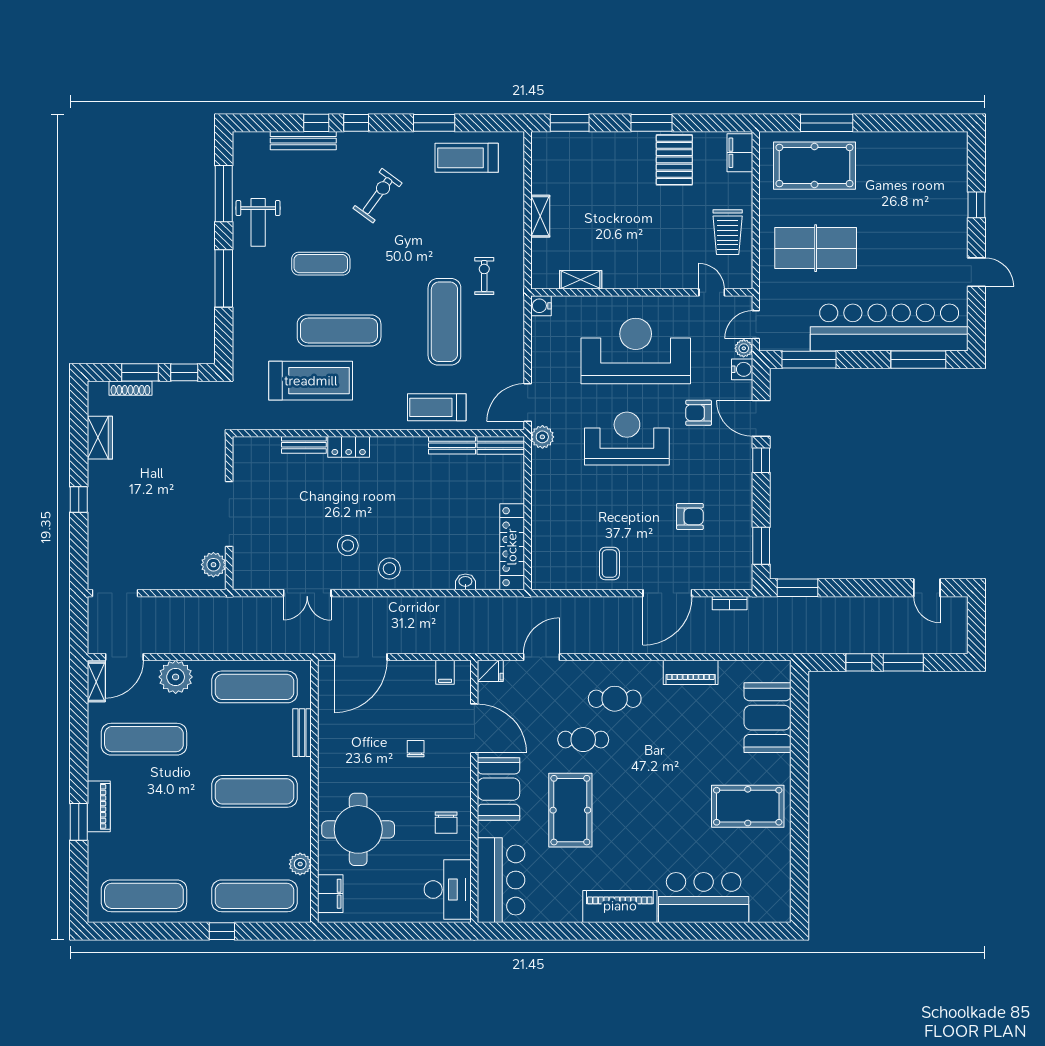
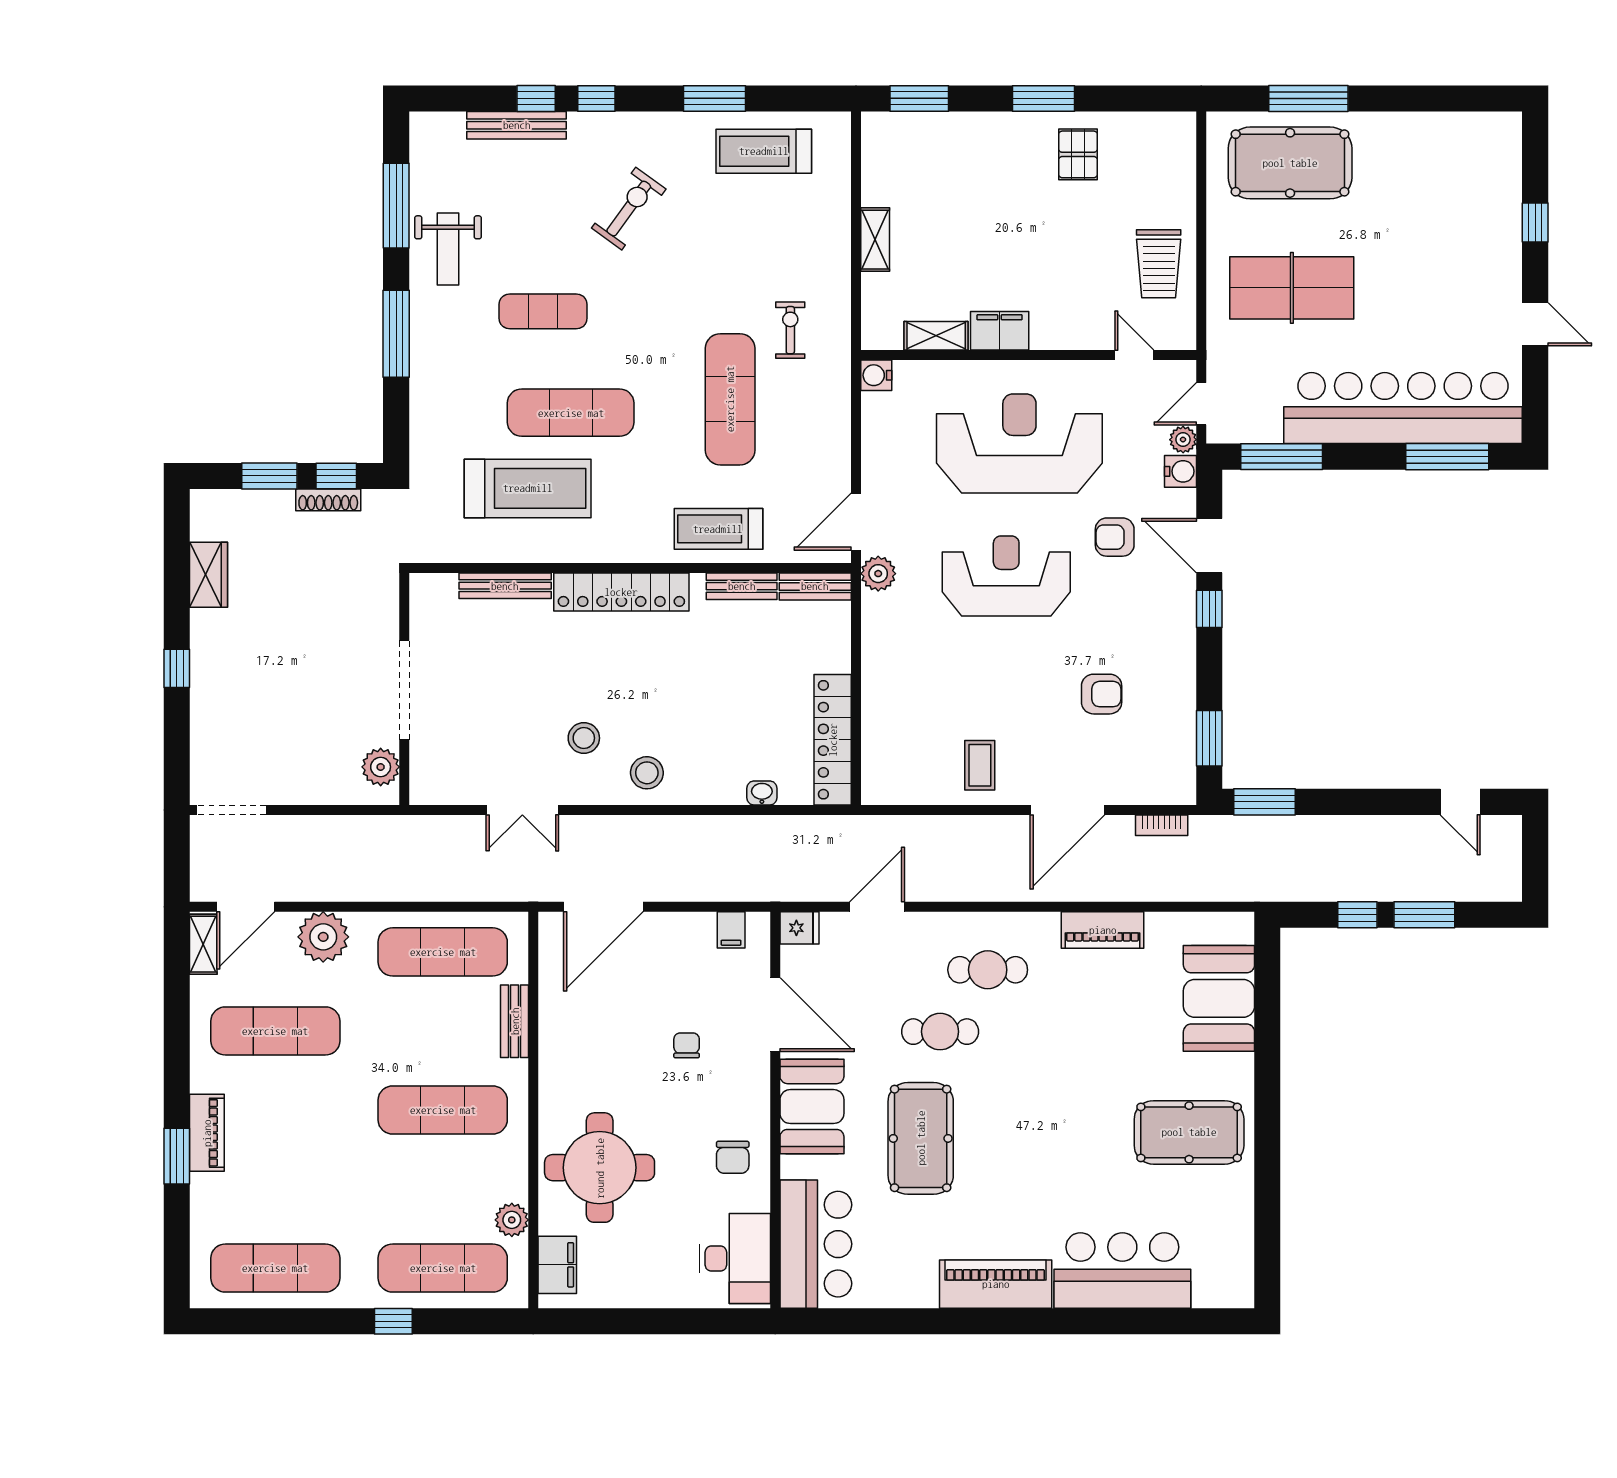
filing cabinet: (740, 153) -> (1000, 331), moved, turned 90
pallet: (674, 160) -> (1078, 154), width x0.67, depth x0.71
shoe rack: (130, 388) -> (328, 500), moved
bench: (304, 445) -> (505, 586), width x1.36
locker: (349, 447) -> (621, 592), width x2.16, depth x1.21

